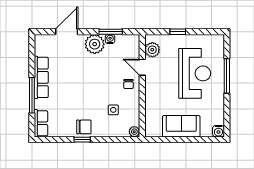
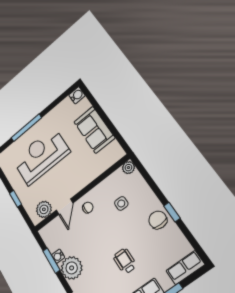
wheelchair: (73, 86) -> (125, 261), added

